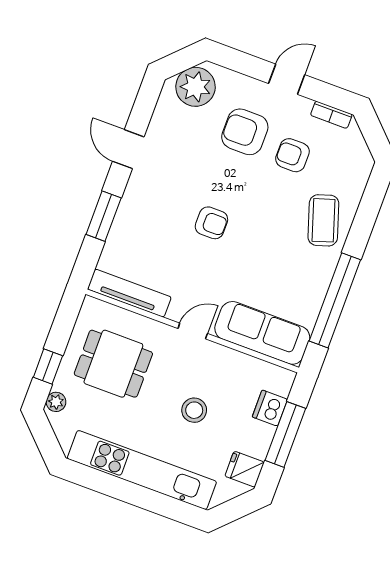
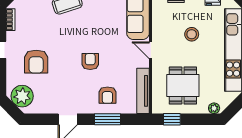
armchair: (292, 155) -> (107, 95), moved
window: (48, 366) -> (172, 119), moved

